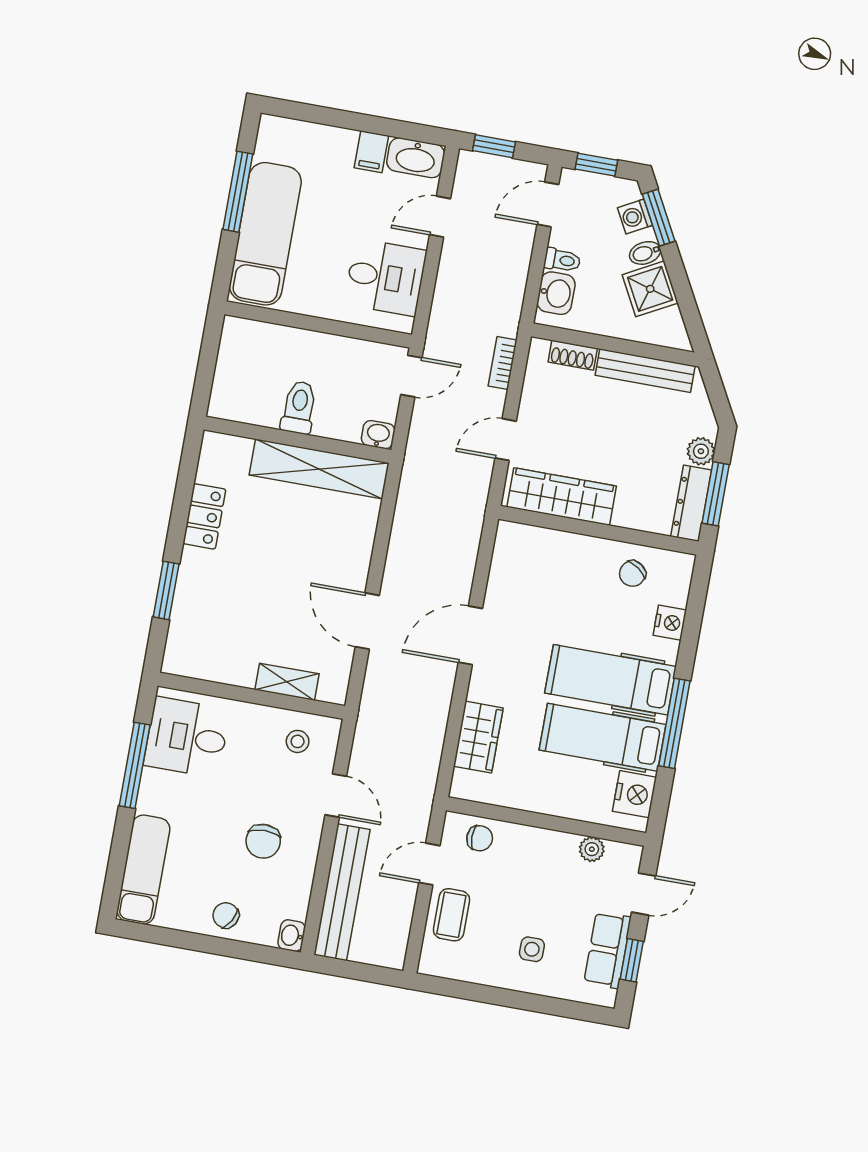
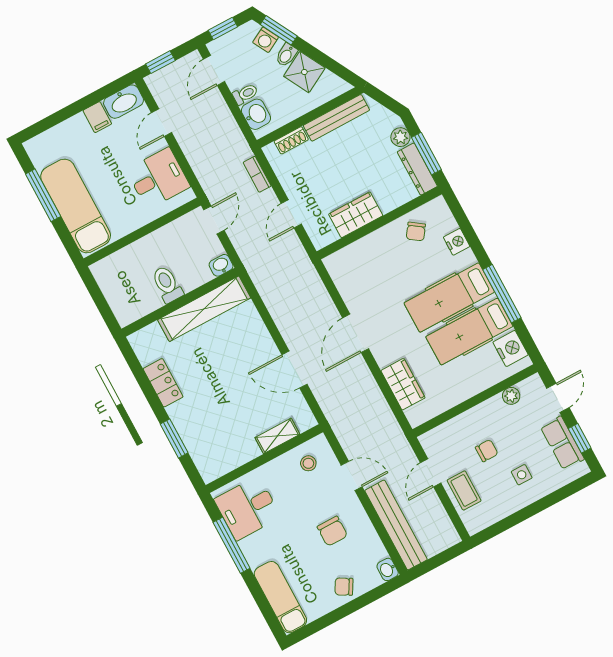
wardrobe: (562, 497) -> (356, 215), width x0.67
chair: (480, 838) -> (487, 451), moved

